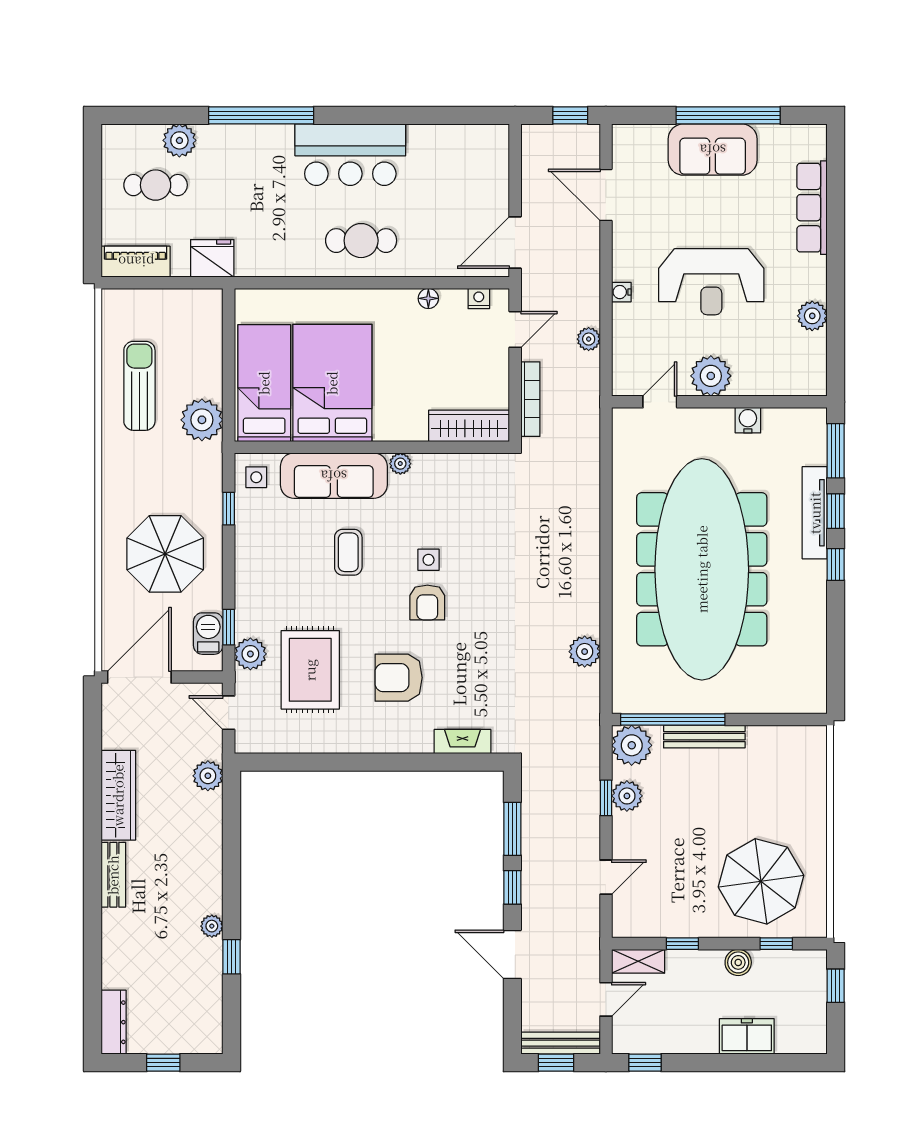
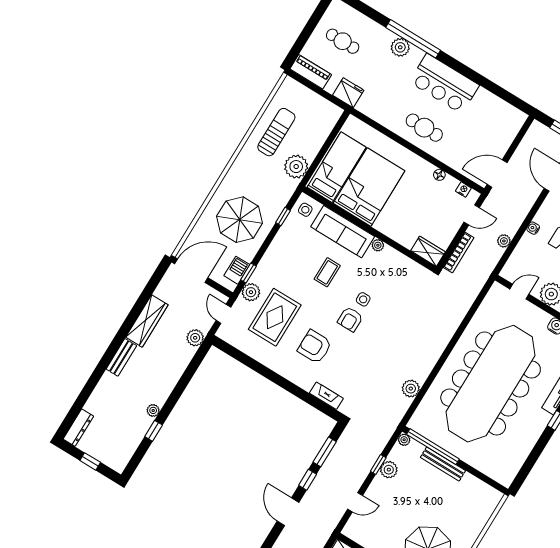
plant: (179, 140) -> (400, 47), moved
wardrobe: (469, 426) -> (428, 251), width x0.67
plant: (632, 745) -> (404, 440), width x0.53, depth x0.53

